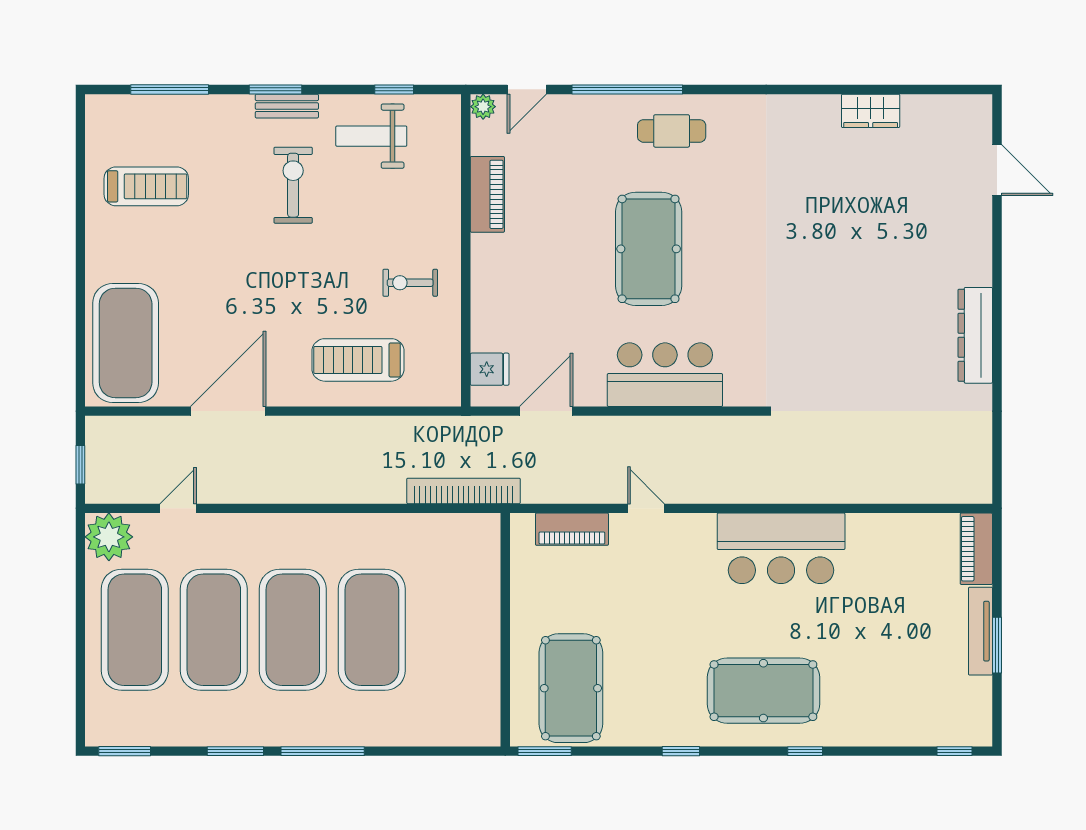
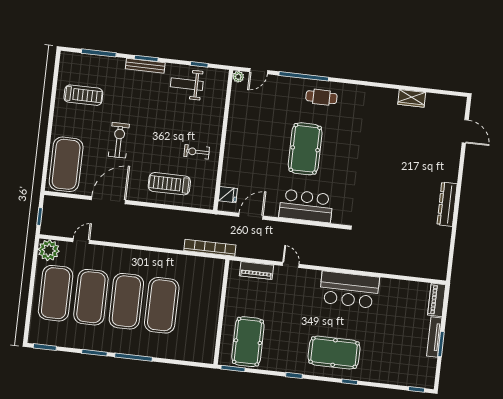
bench: (287, 106) -> (145, 66), width x1.36
exercise bike: (293, 185) -> (119, 140), moved
piano: (487, 194) -> (236, 116), removed

